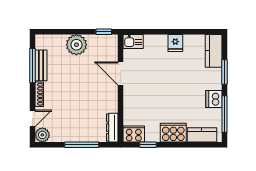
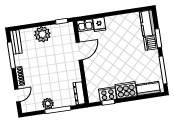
fridge: (175, 43) -> (99, 24), moved
bench: (41, 65) -> (16, 42), moved
door: (121, 74) -> (79, 51), swing flipped
dishwasher: (214, 99) -> (151, 43), moved
cooker: (134, 134) -> (108, 94), moved
plant: (42, 135) -> (48, 104), moved

